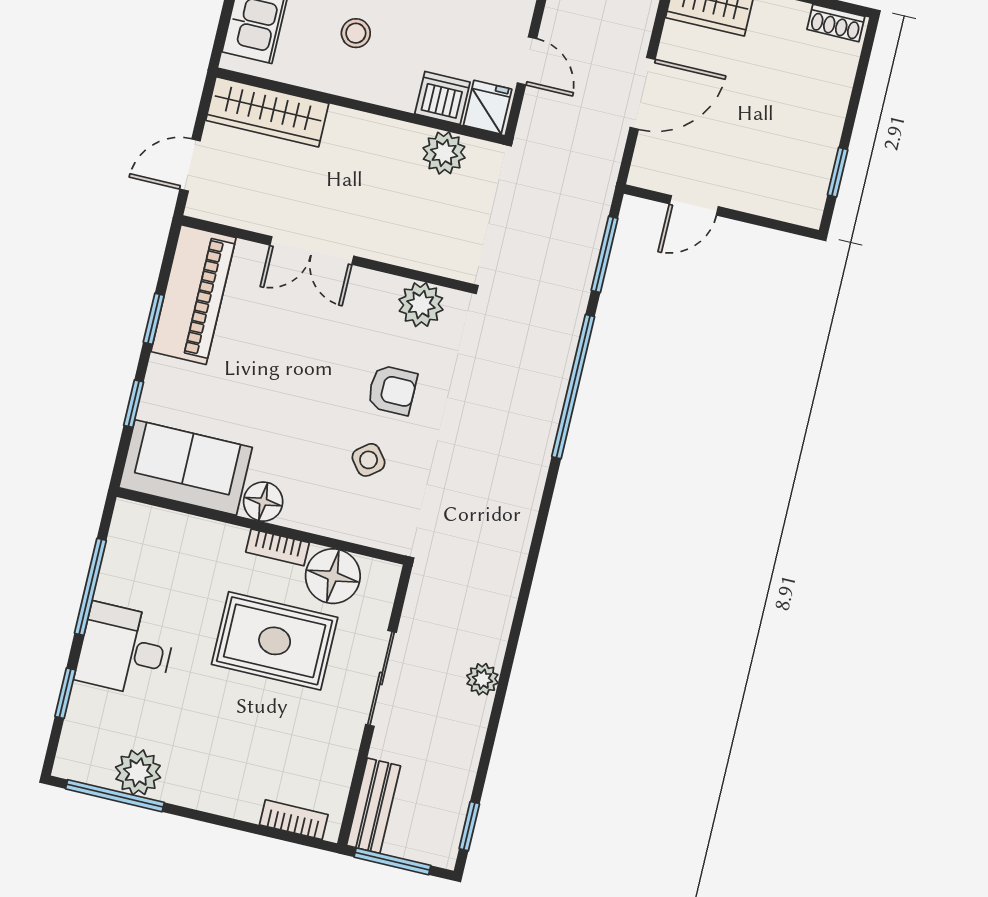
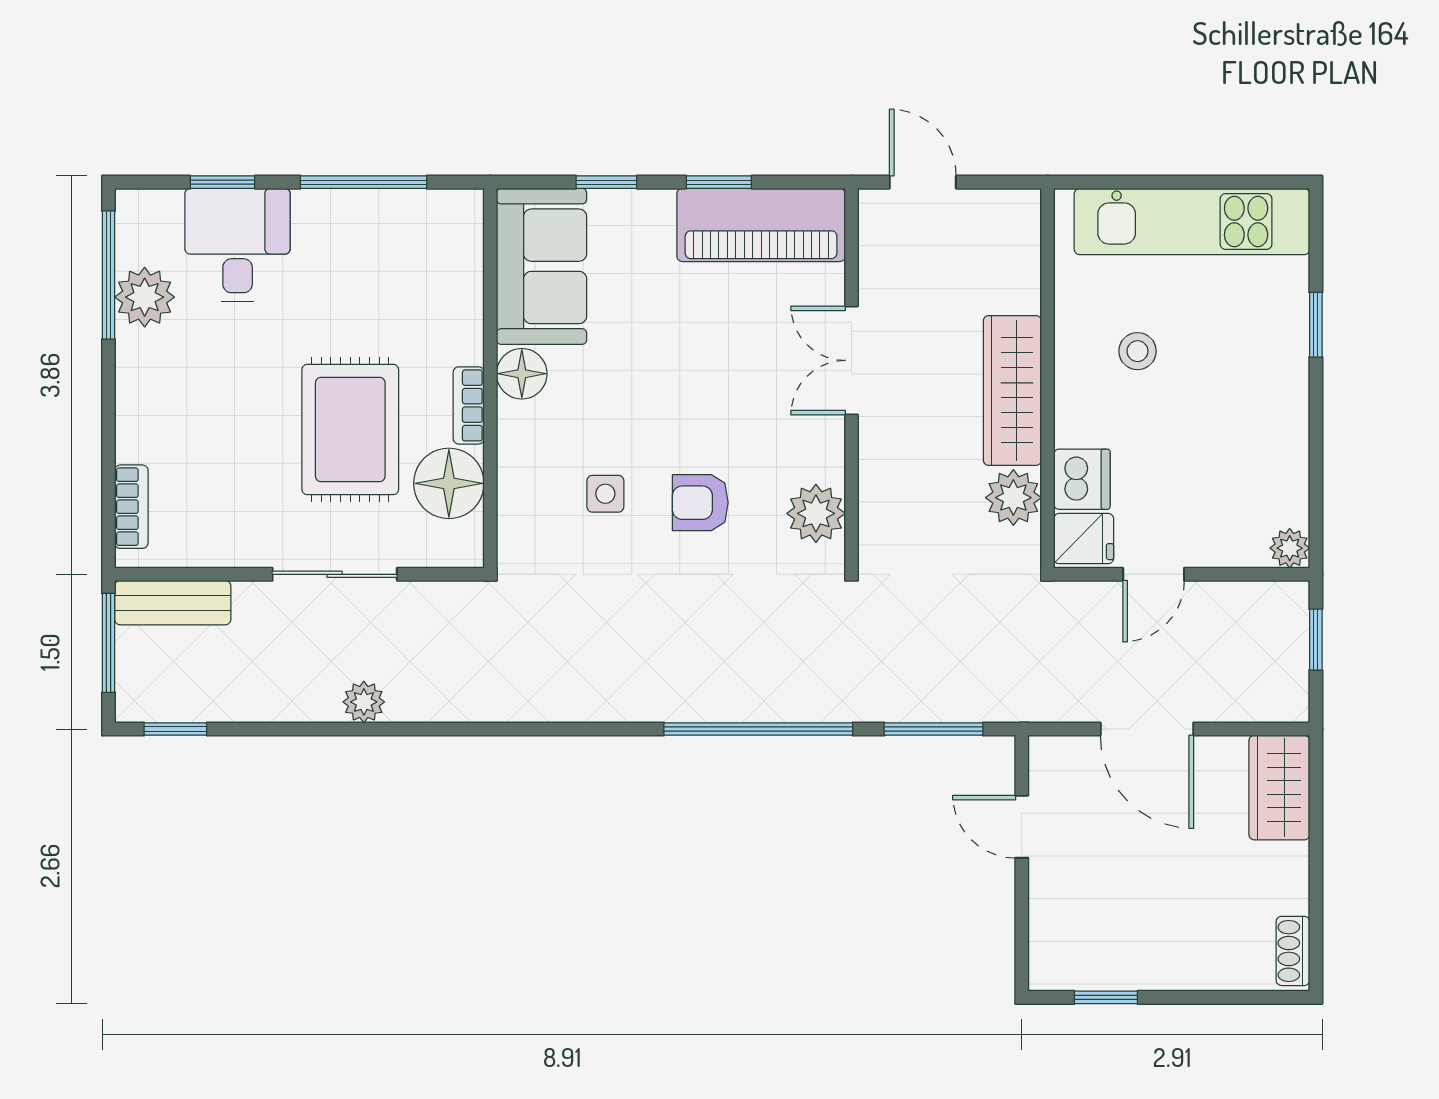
wardrobe: (267, 112) -> (1012, 390), moved
armchair: (392, 390) -> (700, 503), turned 90
side table: (369, 460) -> (605, 494), turned 38
desk: (126, 650) -> (238, 245), moved

